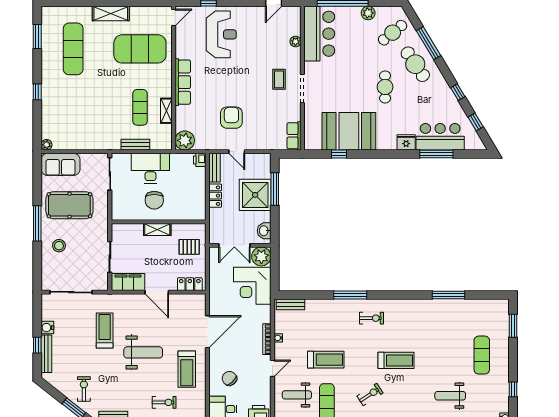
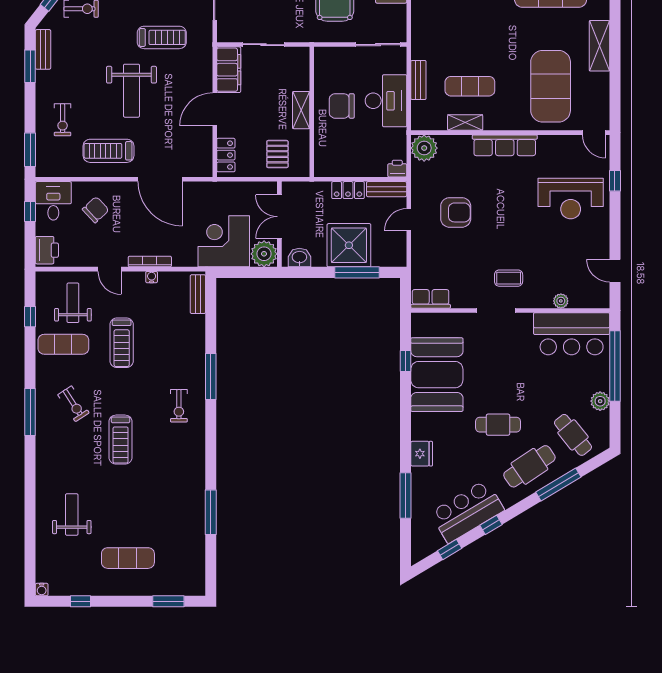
bar counter: (440, 137) -> (467, 511), moved, turned -121

